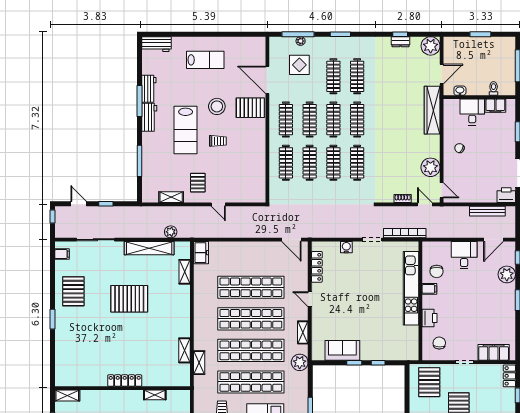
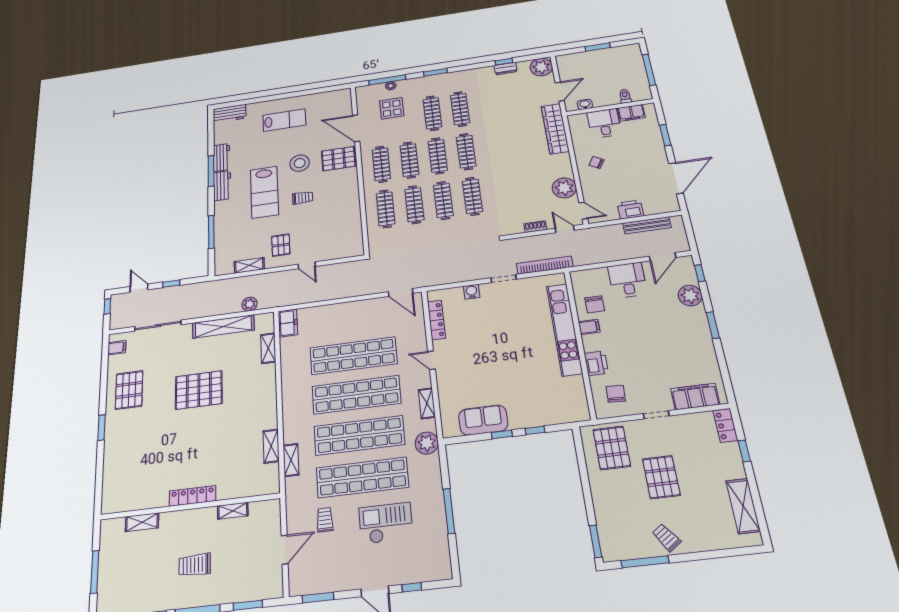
printer: (506, 195) -> (630, 209), moved
shelving: (67, 395) -> (142, 522), moved

